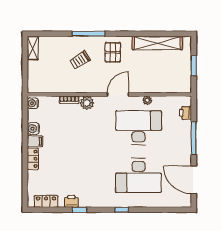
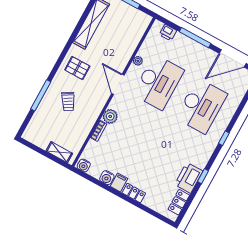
window: (89, 34) -> (41, 95), moved
shelving: (33, 48) -> (59, 152), moved
desk: (139, 128) -> (158, 82), turned 180
printer: (71, 201) -> (189, 178), width x1.87, depth x1.48

